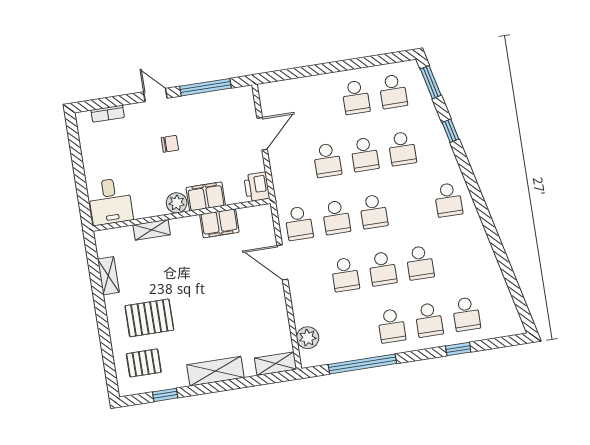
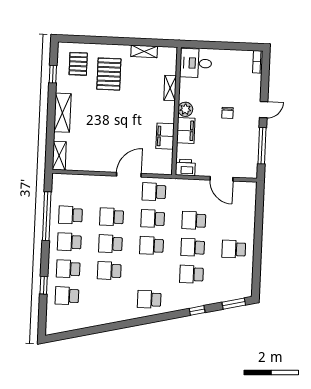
school desk: (393, 91) -> (70, 215), moved
bookcase: (108, 114) -> (258, 62), moved
plant: (308, 338) -> (73, 182), removed

